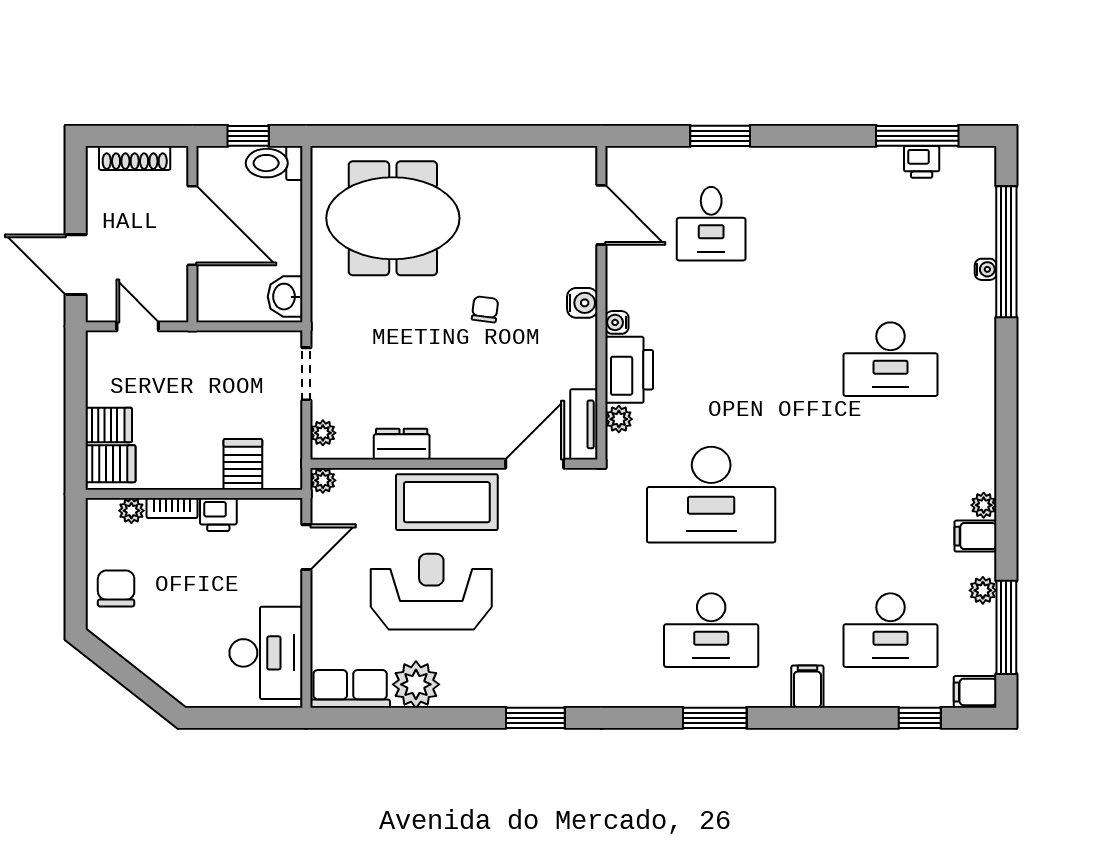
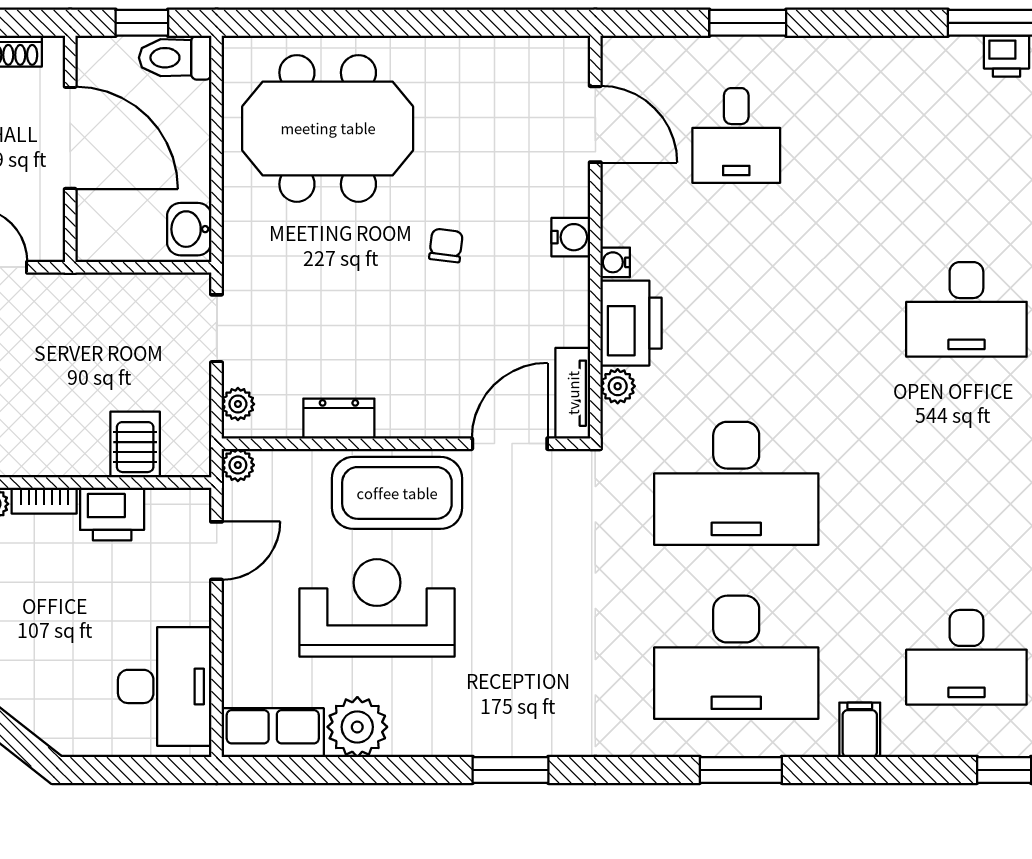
printer: (218, 515) -> (112, 514), width x1.36, depth x1.24
desk: (711, 630) -> (736, 657), width x1.36, depth x1.30

